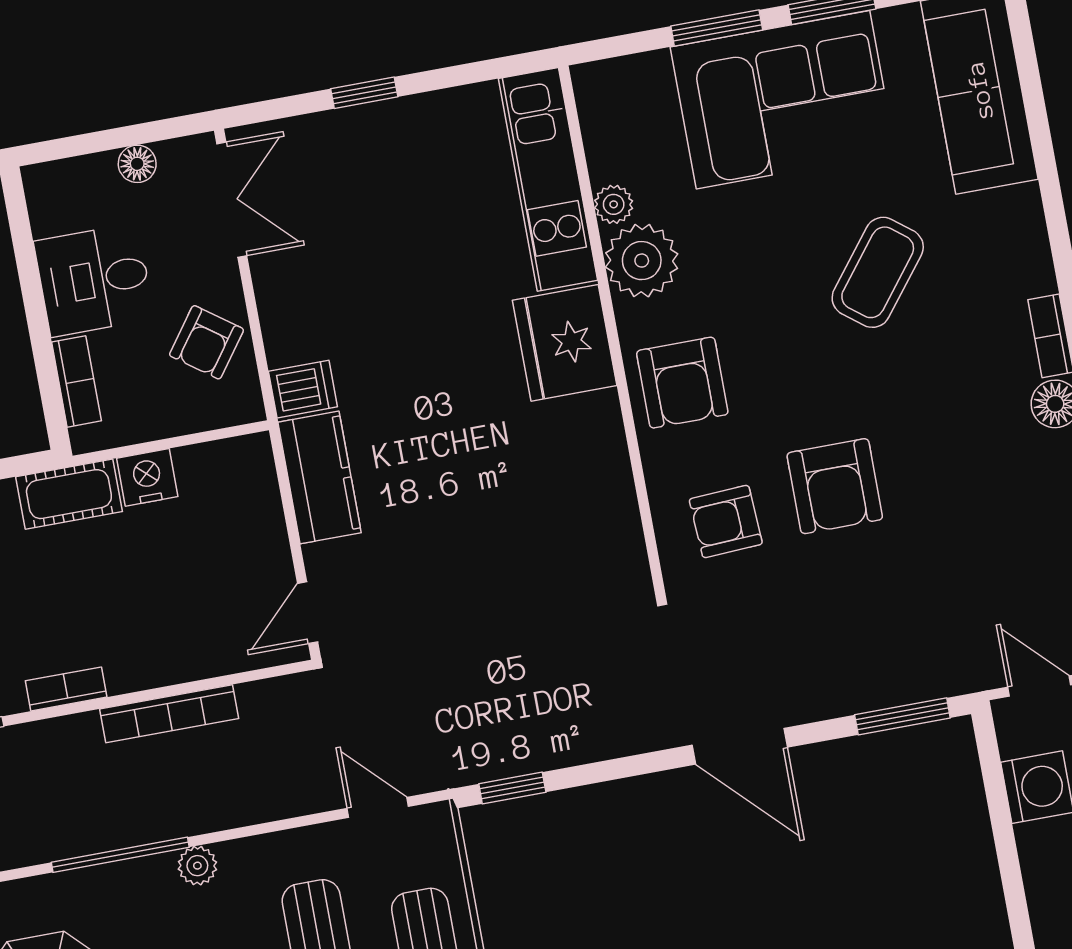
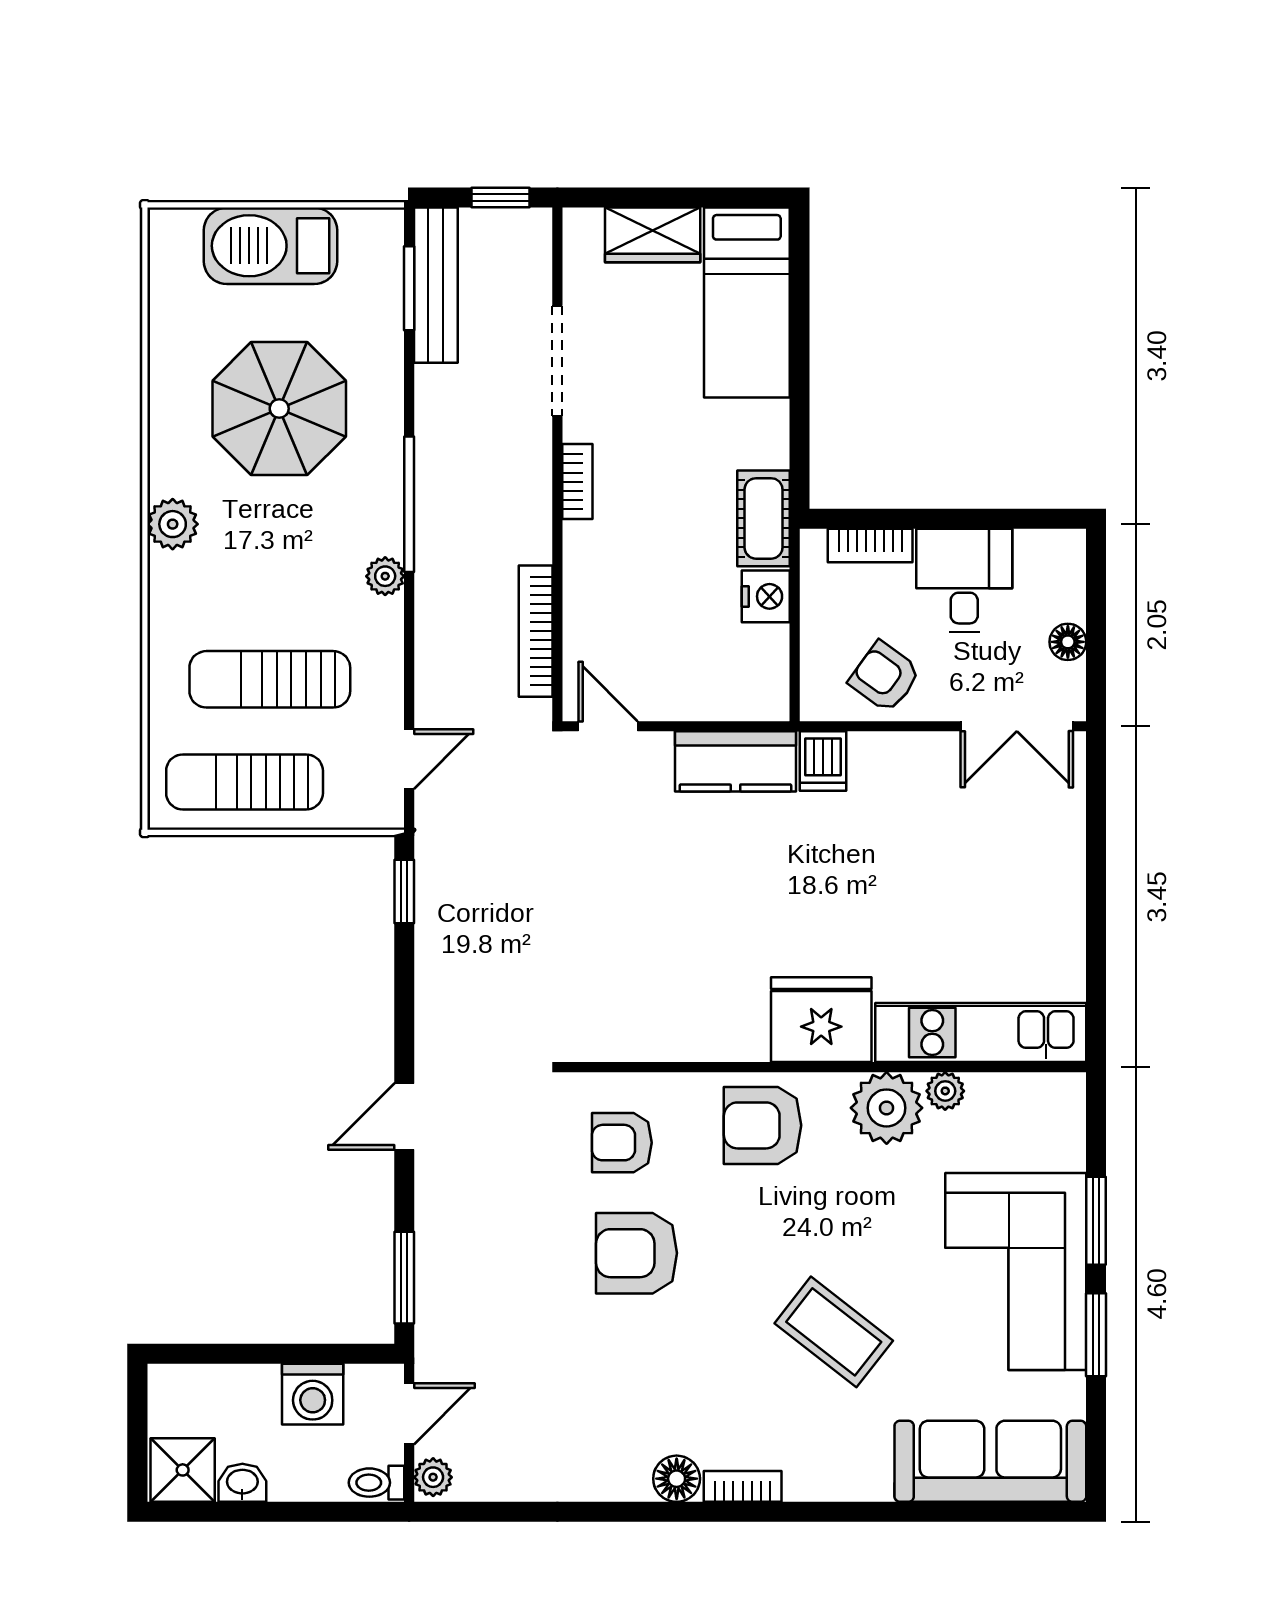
window: (364, 93) -> (1096, 872), removed
armchair: (726, 522) -> (622, 1143), turned -87
bookcase: (169, 714) -> (536, 631), moved
door: (740, 746) -> (404, 1117), width x0.73

